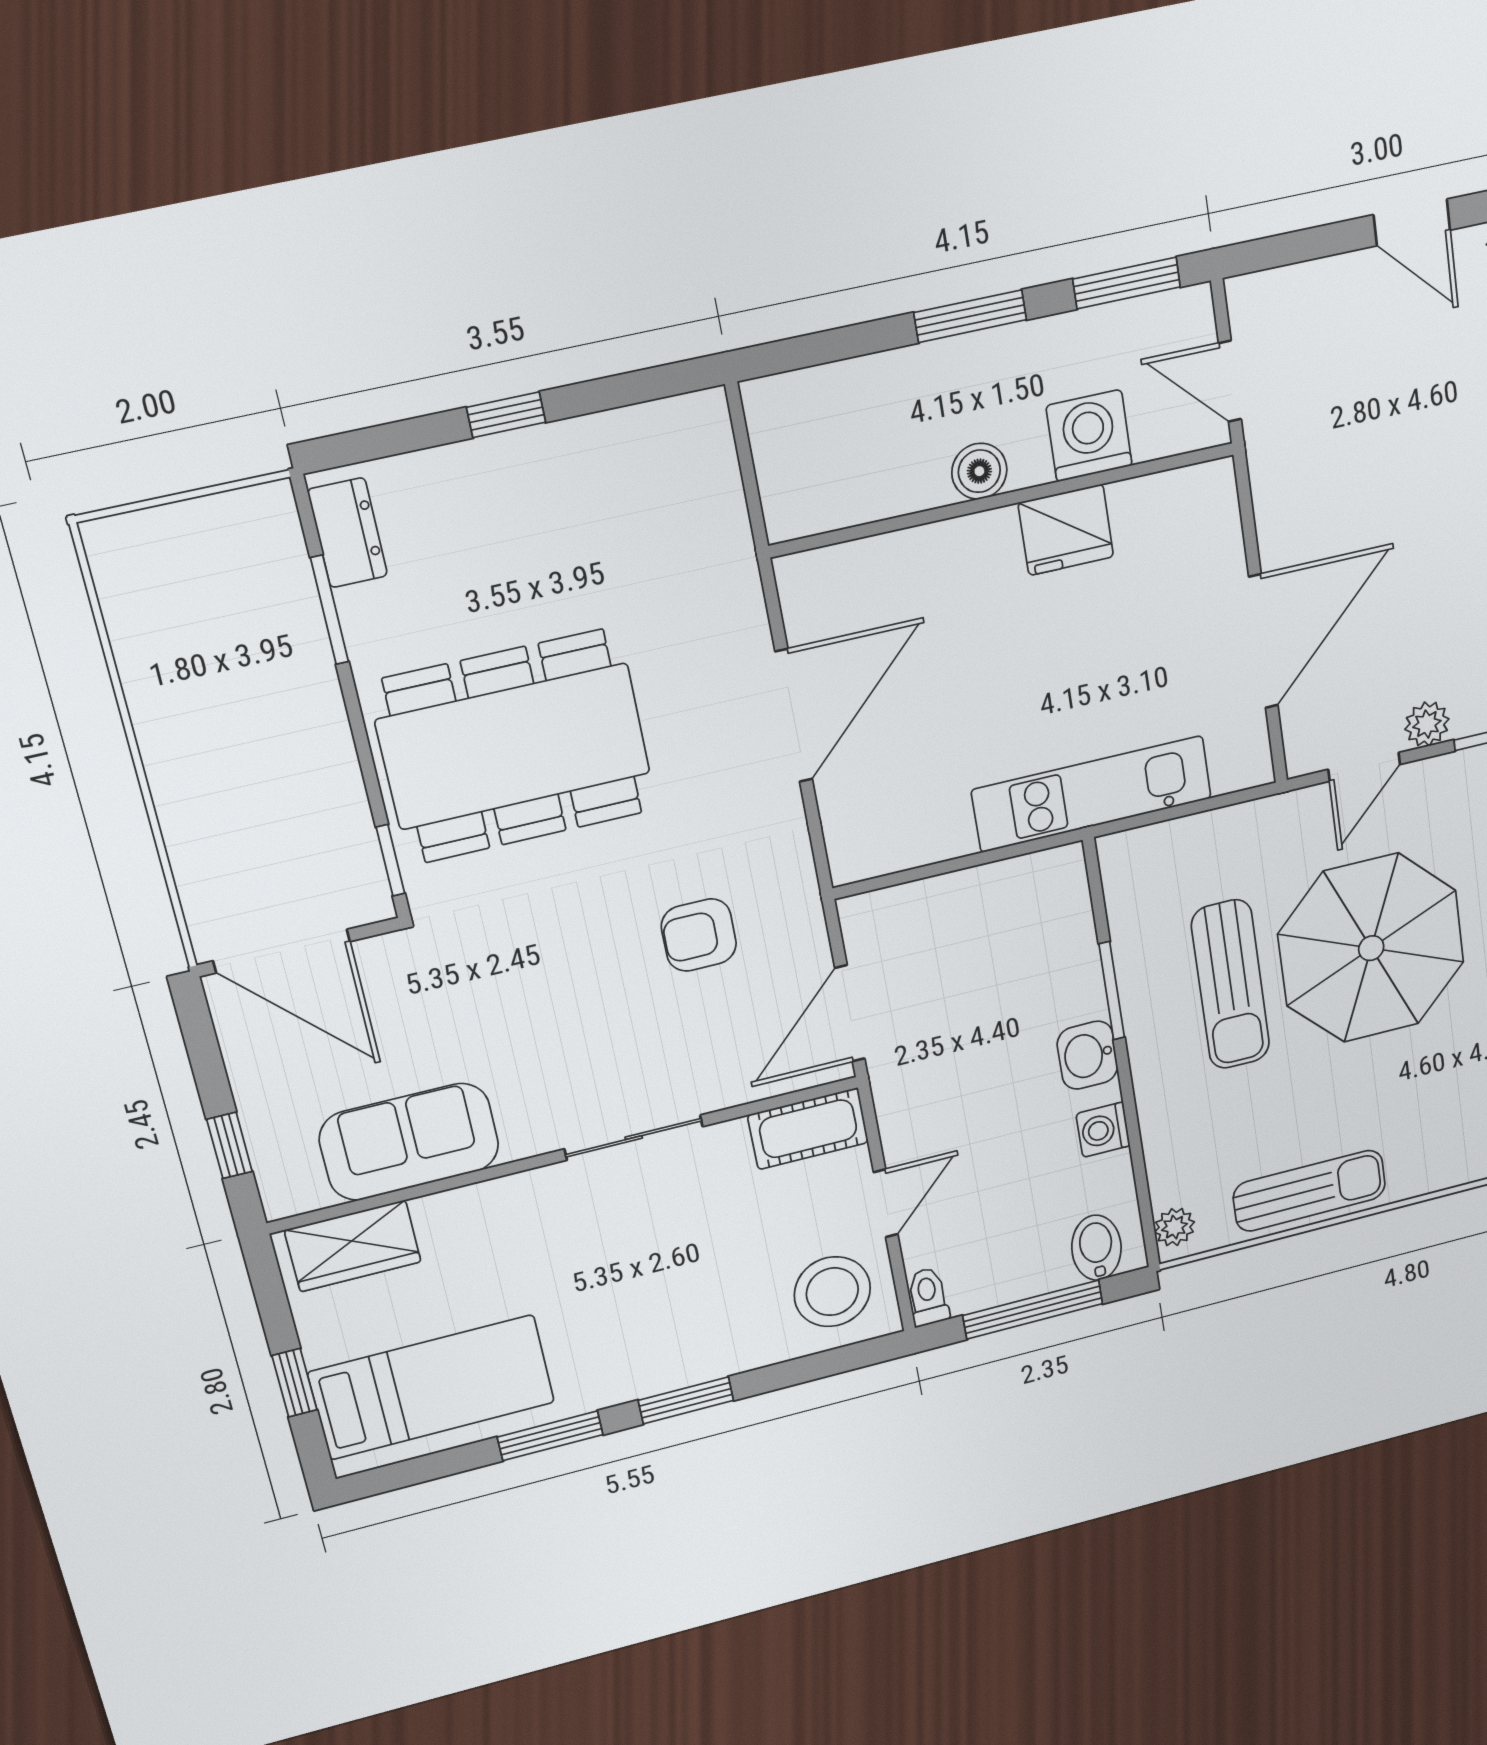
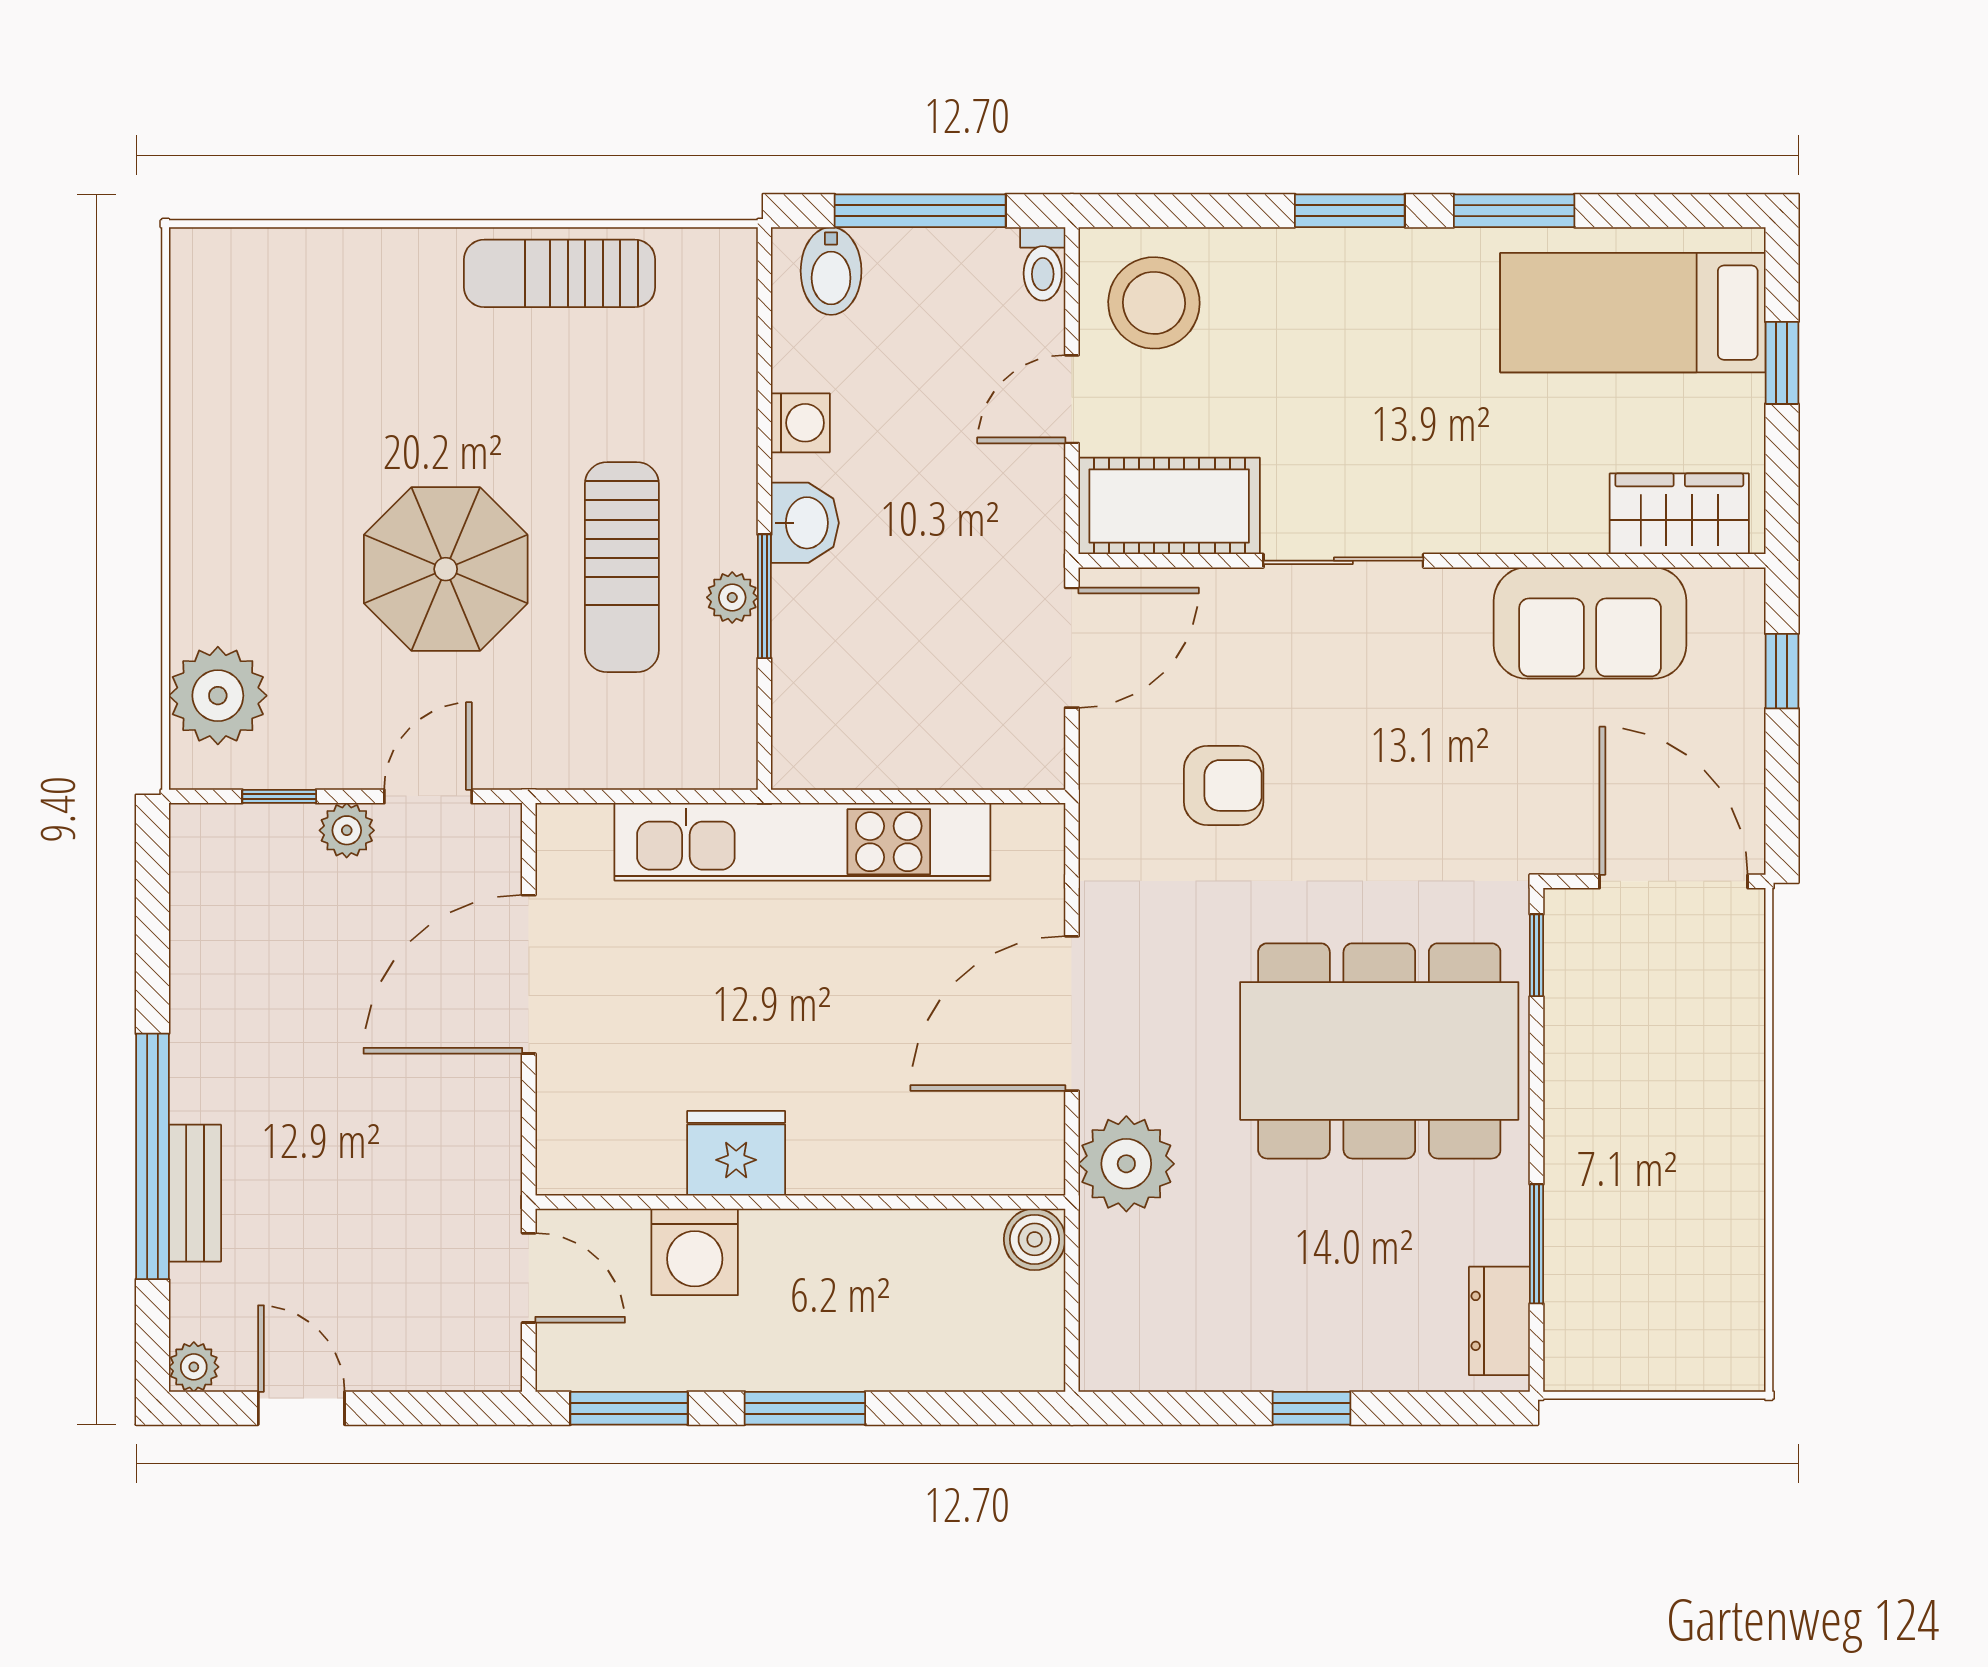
boiler: (979, 471) -> (1035, 1239), moved
plant: (721, 597) -> (1126, 1164), added
kitchen unit: (1092, 794) -> (802, 842), width x1.36
parasol: (1371, 948) -> (446, 569), width x0.73, depth x0.73
sun lounger: (1230, 985) -> (622, 567), turned 180
cot: (808, 1129) -> (1169, 506), width x1.37, depth x1.34
plant: (1174, 1227) -> (732, 597), moved

